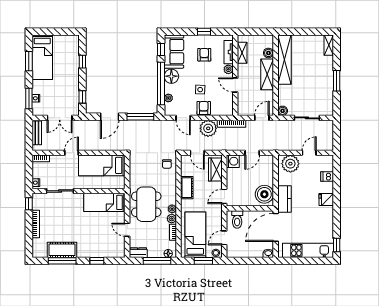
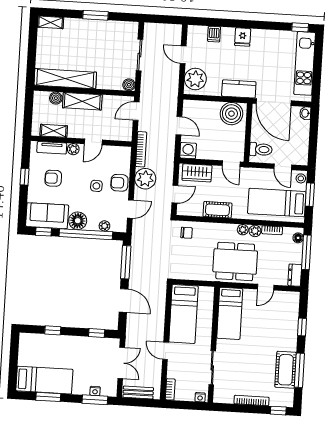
door: (262, 118) -> (136, 111), hinge flipped
window: (29, 204) -> (278, 411), moved

